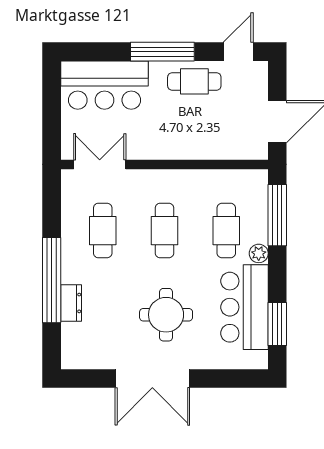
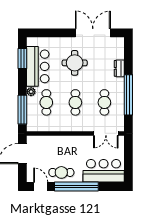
window: (162, 52) -> (76, 186), width x1.46
door: (238, 52) -> (41, 186), swing flipped
window: (52, 280) -> (128, 95), moved
double door: (152, 379) -> (93, 33), moved

